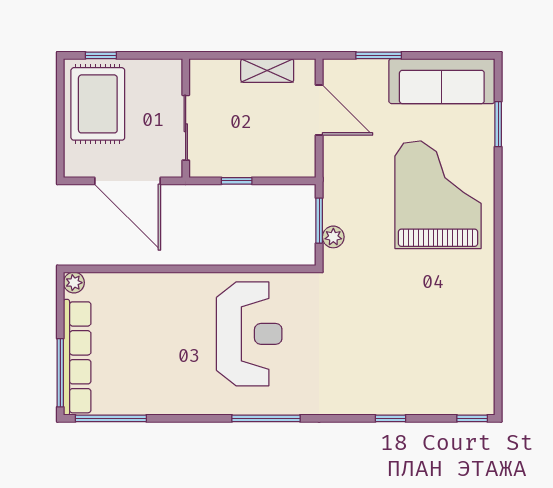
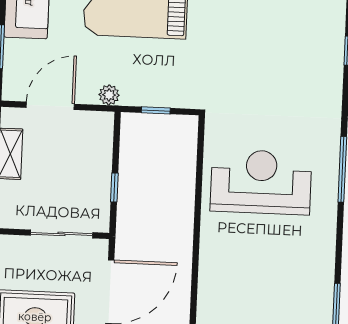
window: (319, 221) -> (156, 110), width x0.67
plant: (333, 237) -> (109, 95), moved

